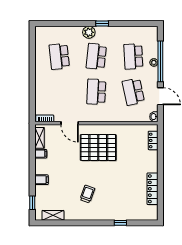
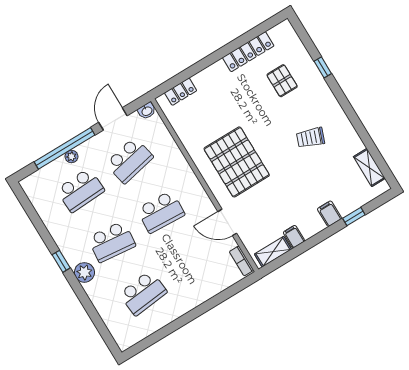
door: (70, 123) -> (227, 222), swing flipped
pallet: (126, 197) -> (282, 81), added
window: (32, 203) -> (354, 216), moved

